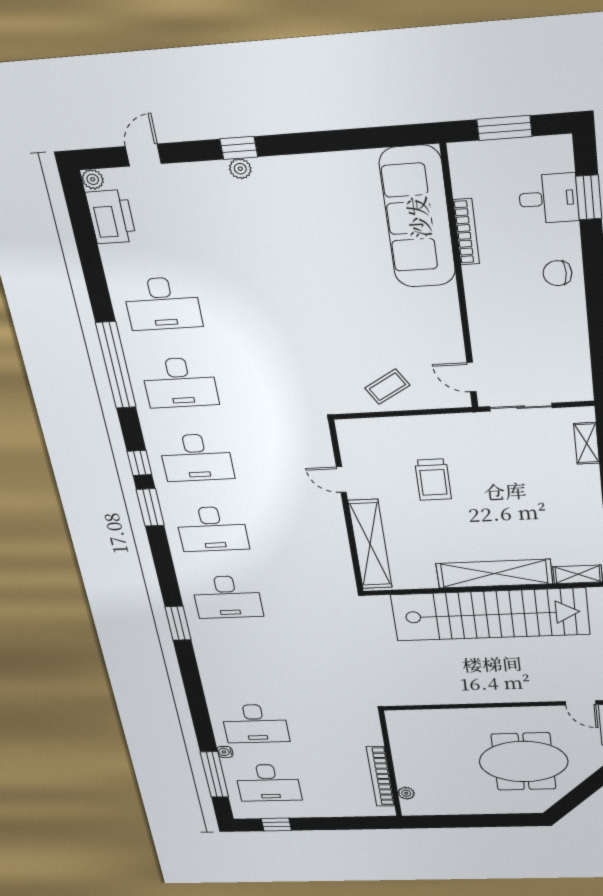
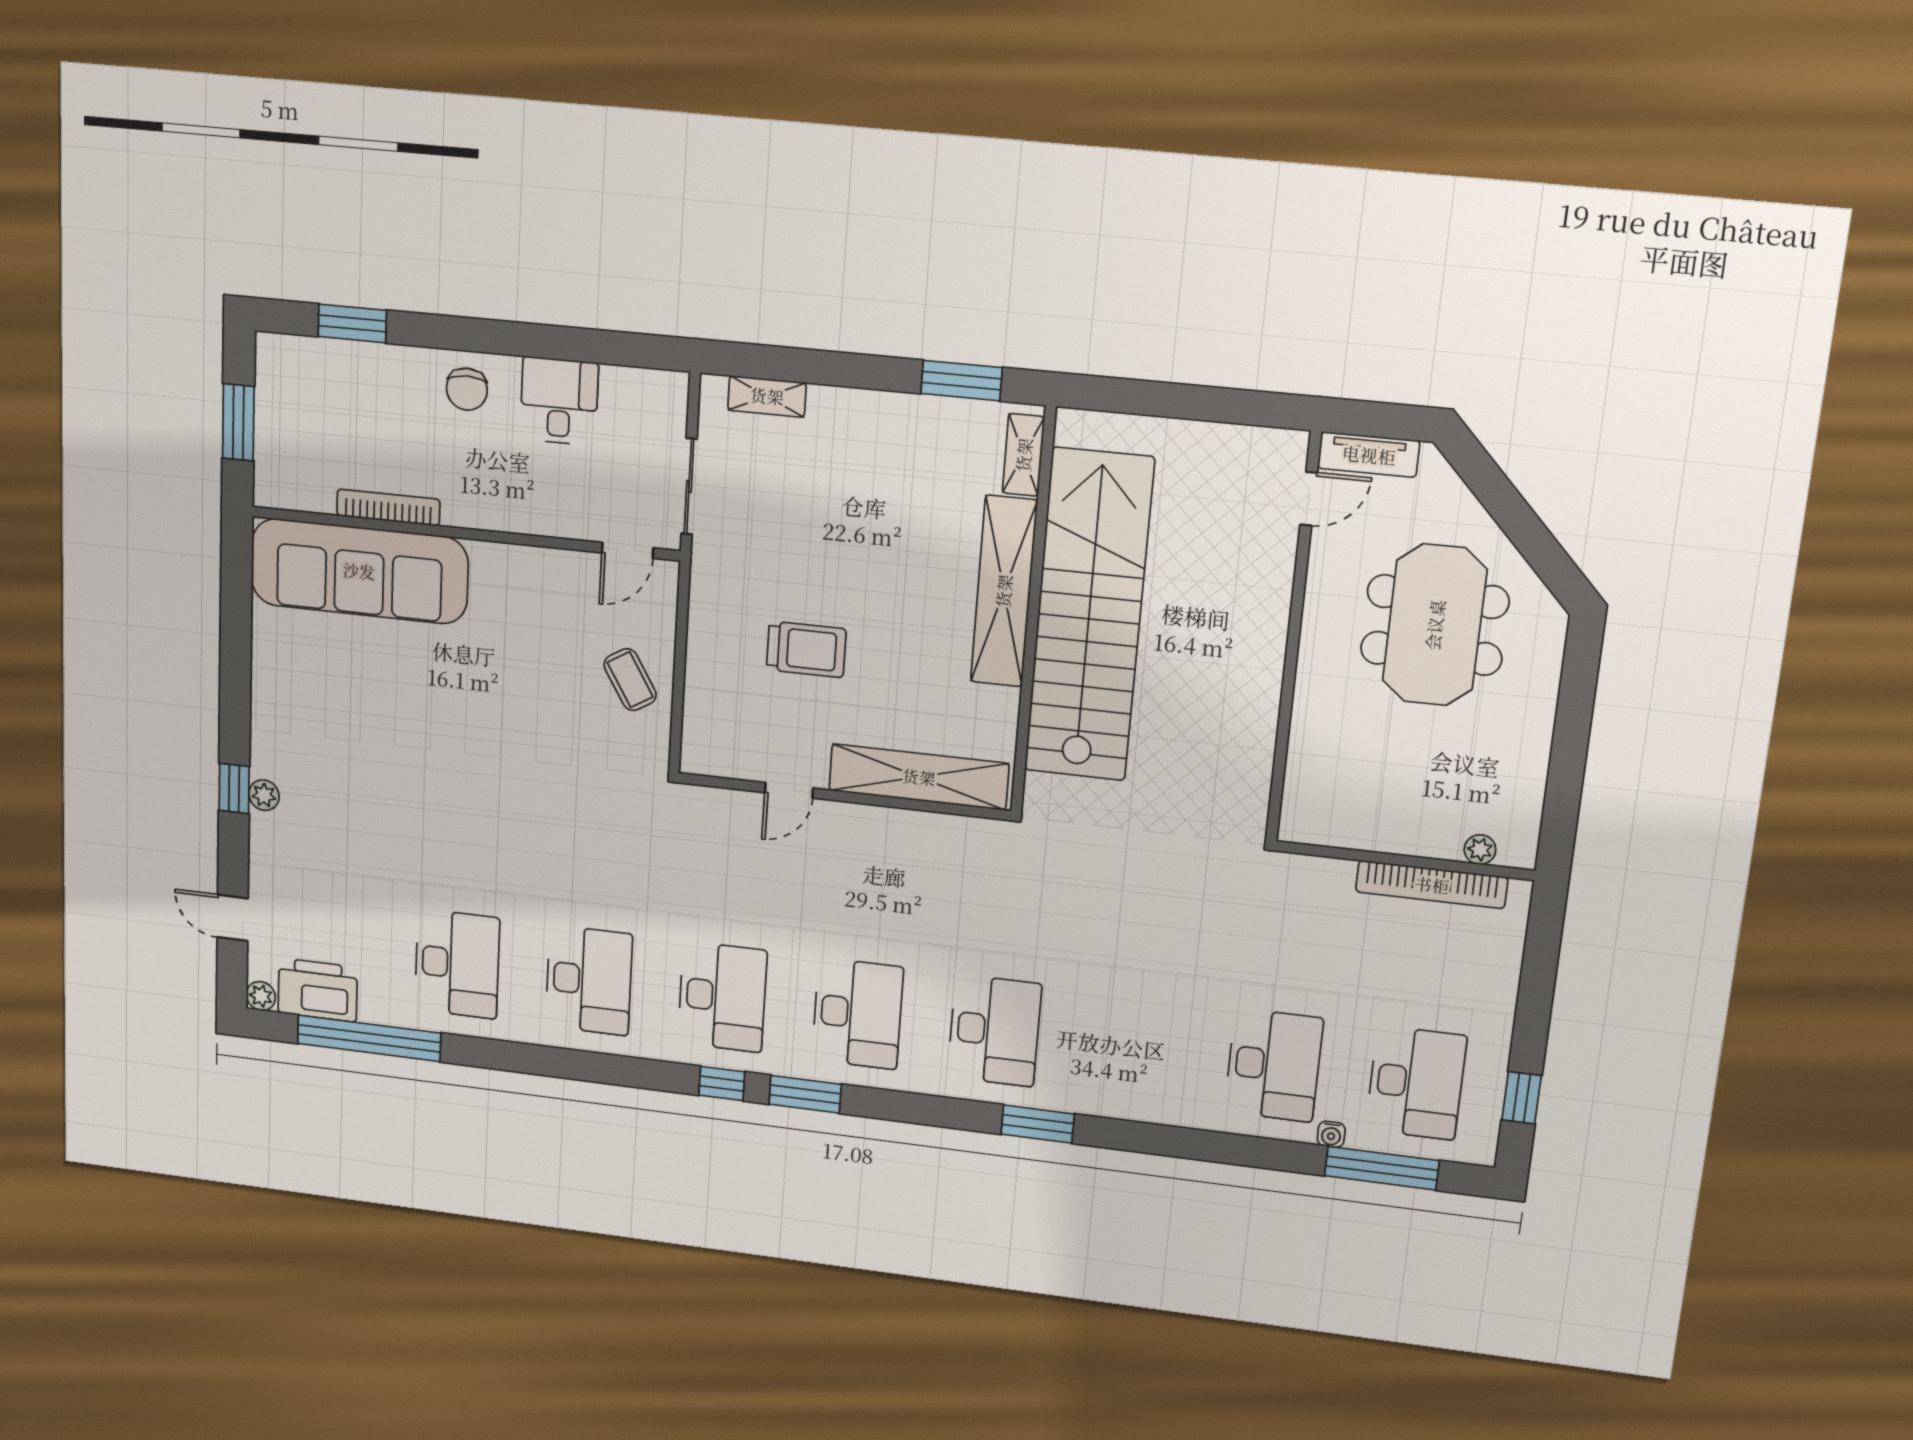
desk: (549, 199) -> (559, 401), moved
window: (116, 365) -> (369, 1038), moved

